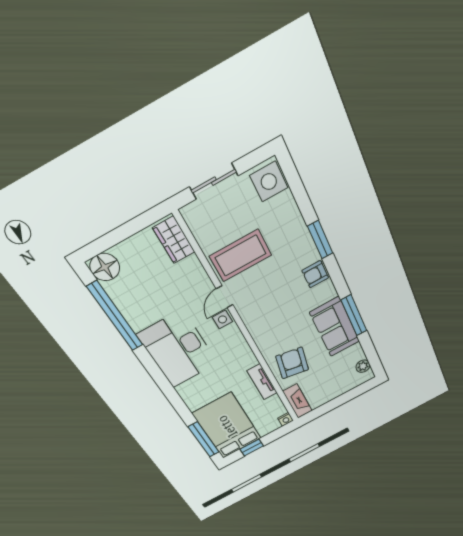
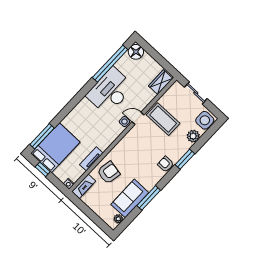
plant: (288, 213) -> (193, 136), added
sofa: (335, 327) -> (130, 198), moved
desk: (178, 349) -> (110, 91), moved

